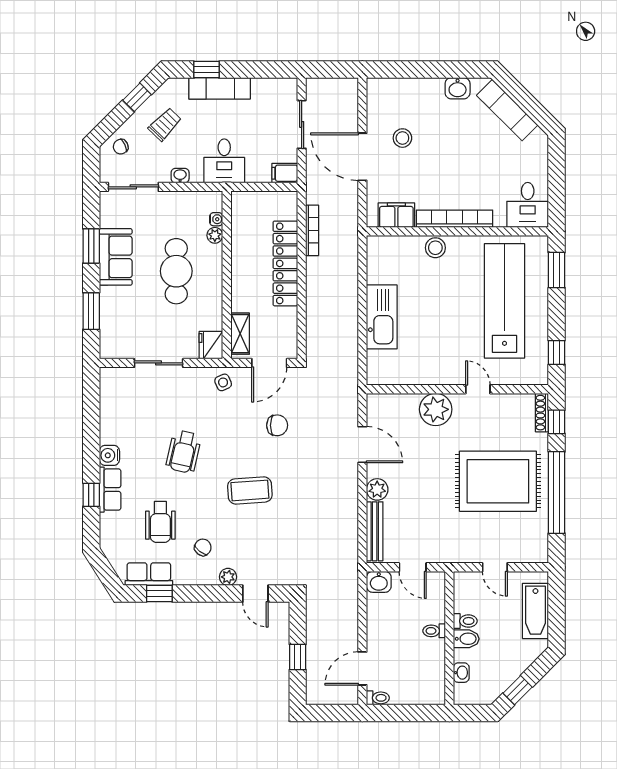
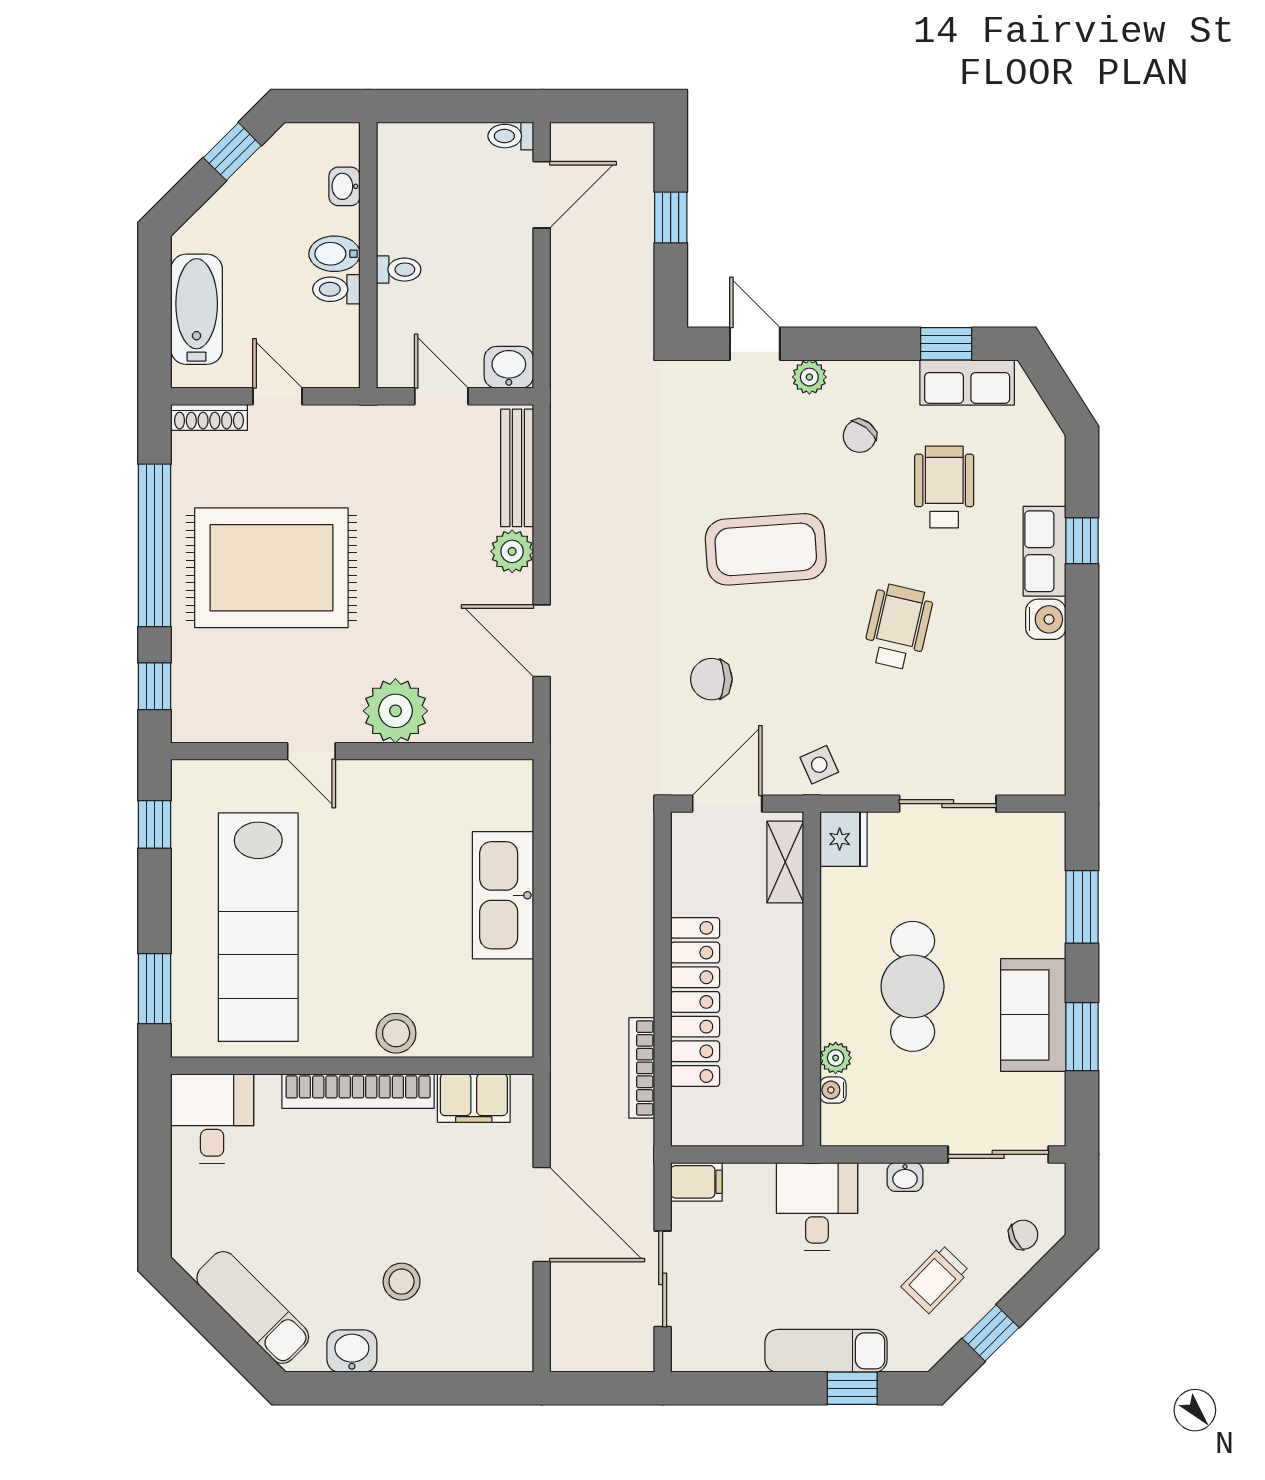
stool: (402, 138) -> (402, 1282), moved
shoe rack: (542, 413) -> (209, 417), moved, turned 90
coffee table: (250, 490) -> (766, 549), width x1.36, depth x1.32

